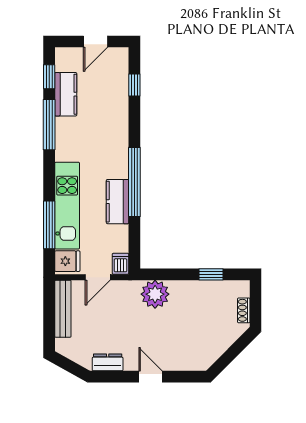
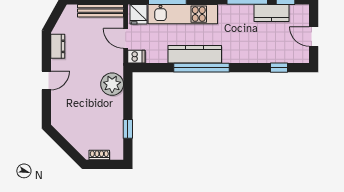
kitchen counter: (118, 202) -> (195, 54), width x1.50

